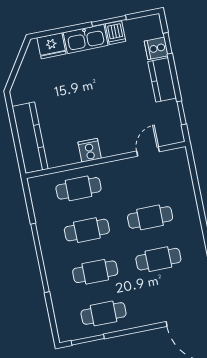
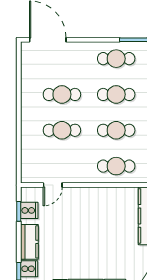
cooker: (90, 150) -> (29, 210), moved, turned -90

